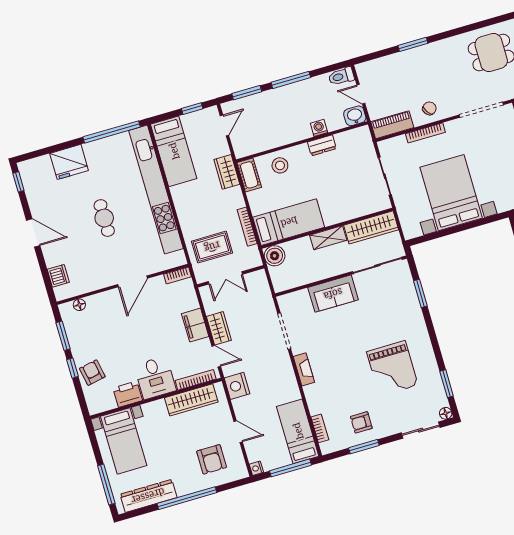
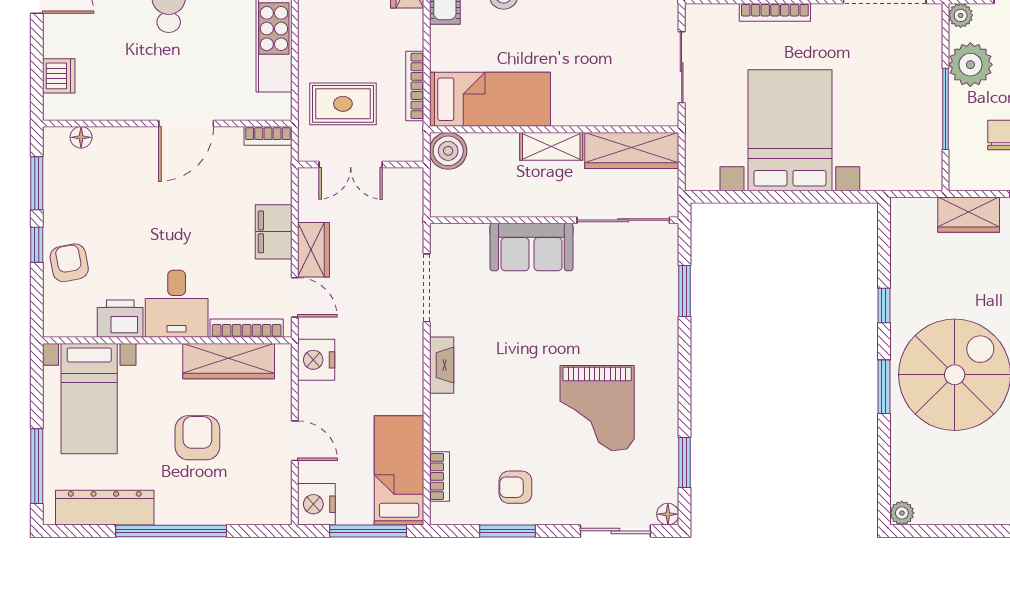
armchair: (212, 459) -> (197, 438), moved, turned 180
nightstand: (256, 468) -> (316, 504), width x1.89, depth x1.79

